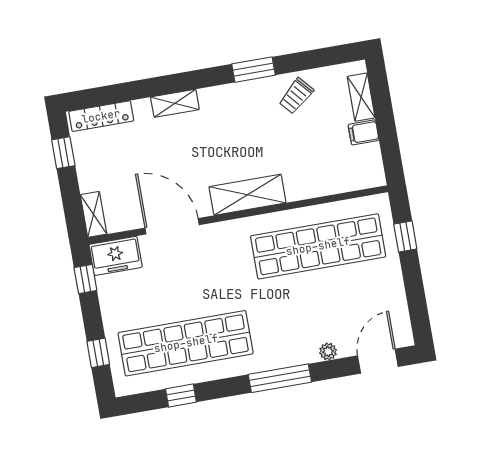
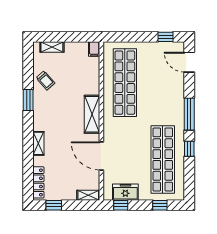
filing cabinet: (364, 132) -> (94, 49), moved
door: (172, 226) -> (101, 156), hinge flipped
window: (405, 237) -> (165, 37), moved
freezer: (116, 256) -> (125, 192), moved, turned -90
plant: (328, 352) -> (180, 87), removed
window: (181, 395) -> (189, 149), moved

